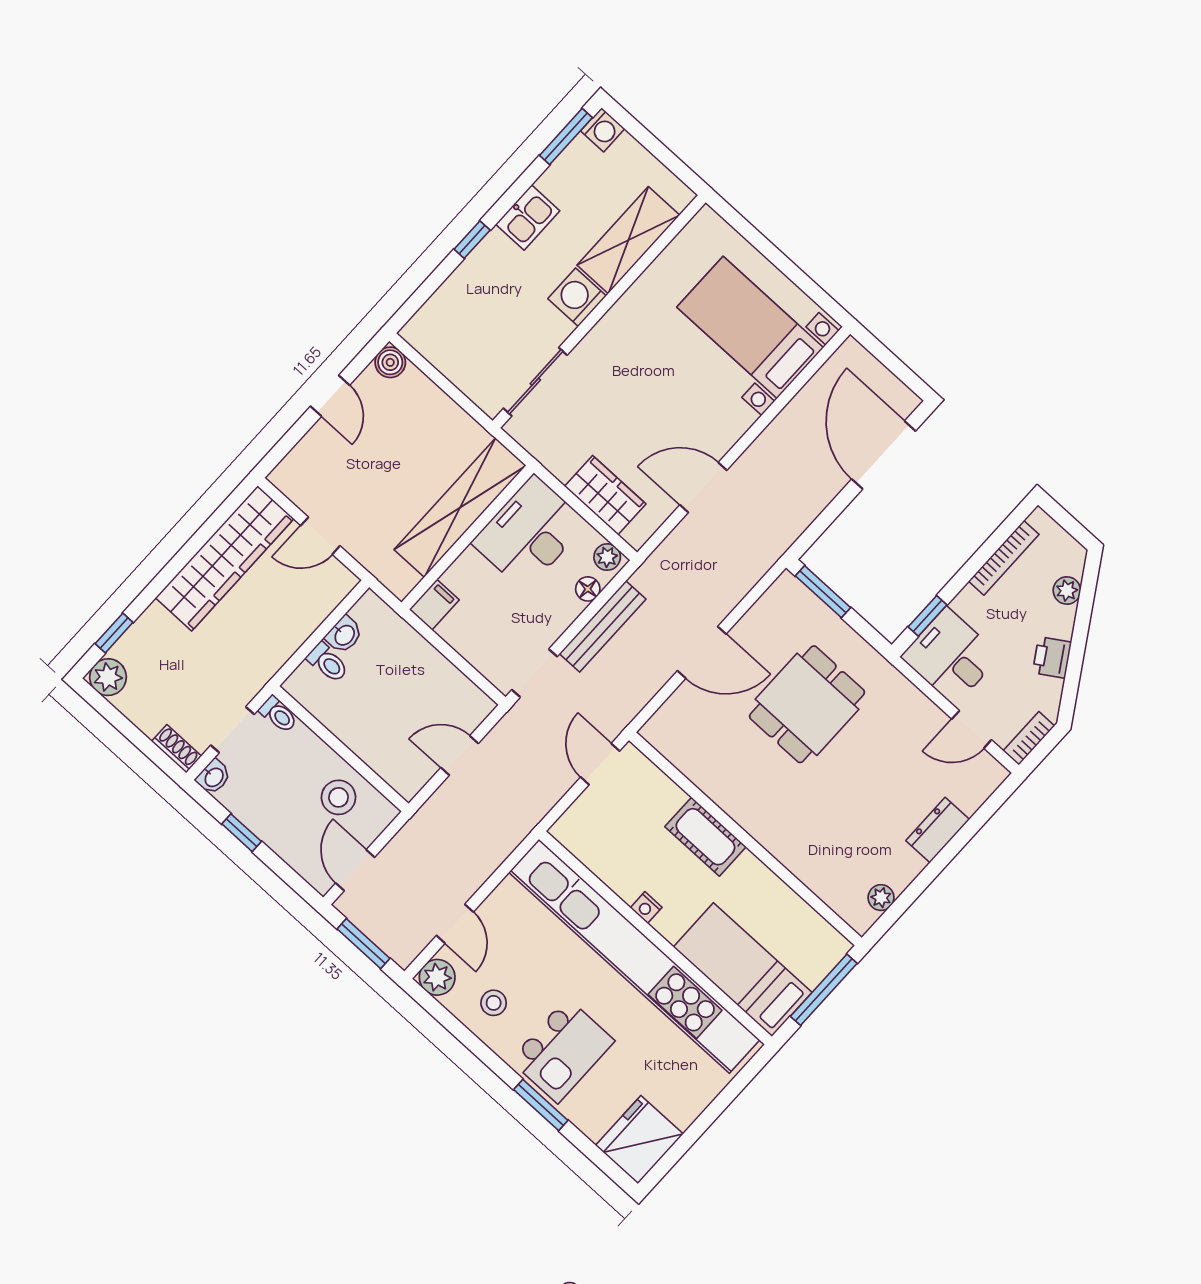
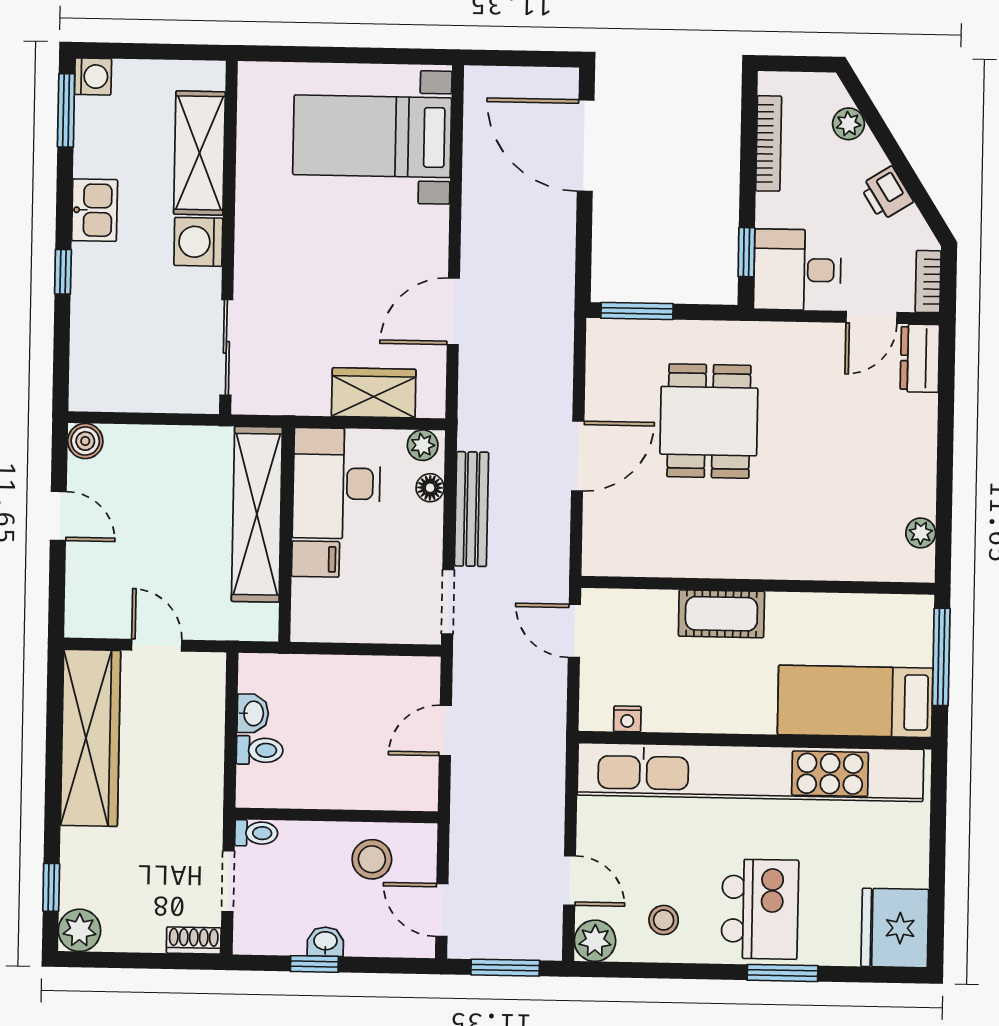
door: (320, 536) -> (157, 645), swing flipped
filing cabinet: (434, 605) -> (315, 559), moved, turned 90
washbasin: (214, 777) -> (325, 942), moved, turned -90
dresser: (938, 830) -> (920, 358), moved
nightstand: (646, 908) -> (627, 719), moved

